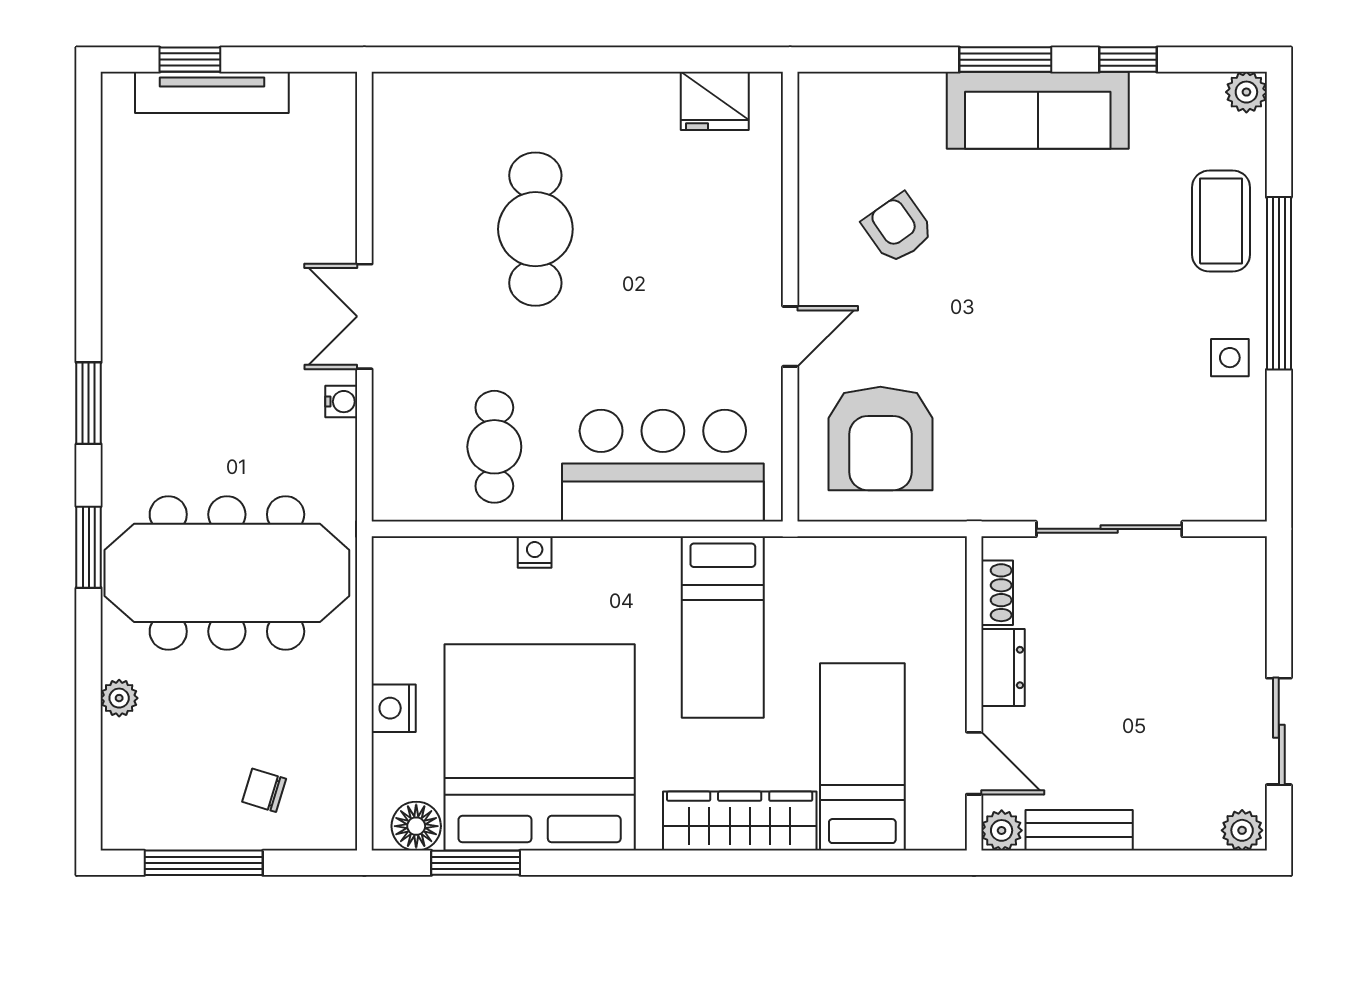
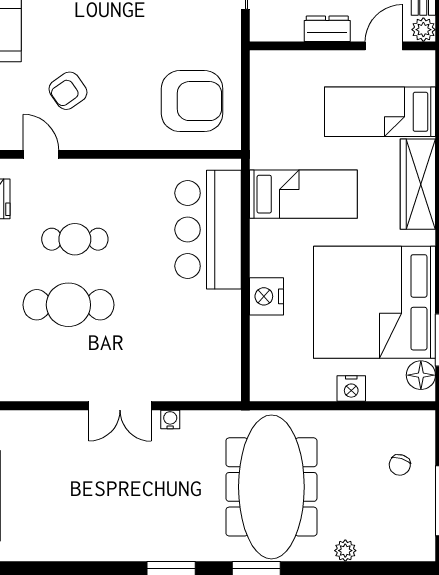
door: (790, 336) -> (41, 154), moved
cafe table: (494, 447) -> (75, 239), moved
nightstand: (535, 552) -> (267, 296), width x1.89, depth x1.79
shoe rack: (997, 593) -> (283, 32), removed

